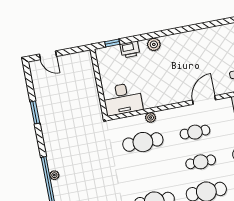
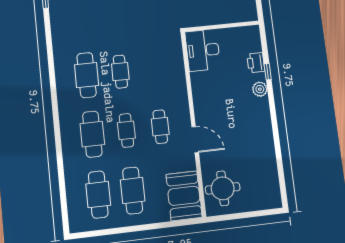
window: (112, 43) -> (268, 72), moved
plant: (151, 117) -> (180, 79), removed
cafe table: (143, 142) -> (120, 72), moved, width x0.73, depth x0.74

